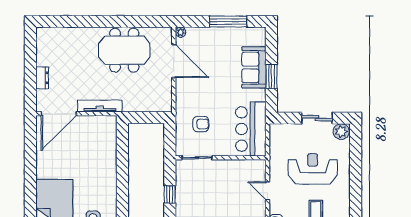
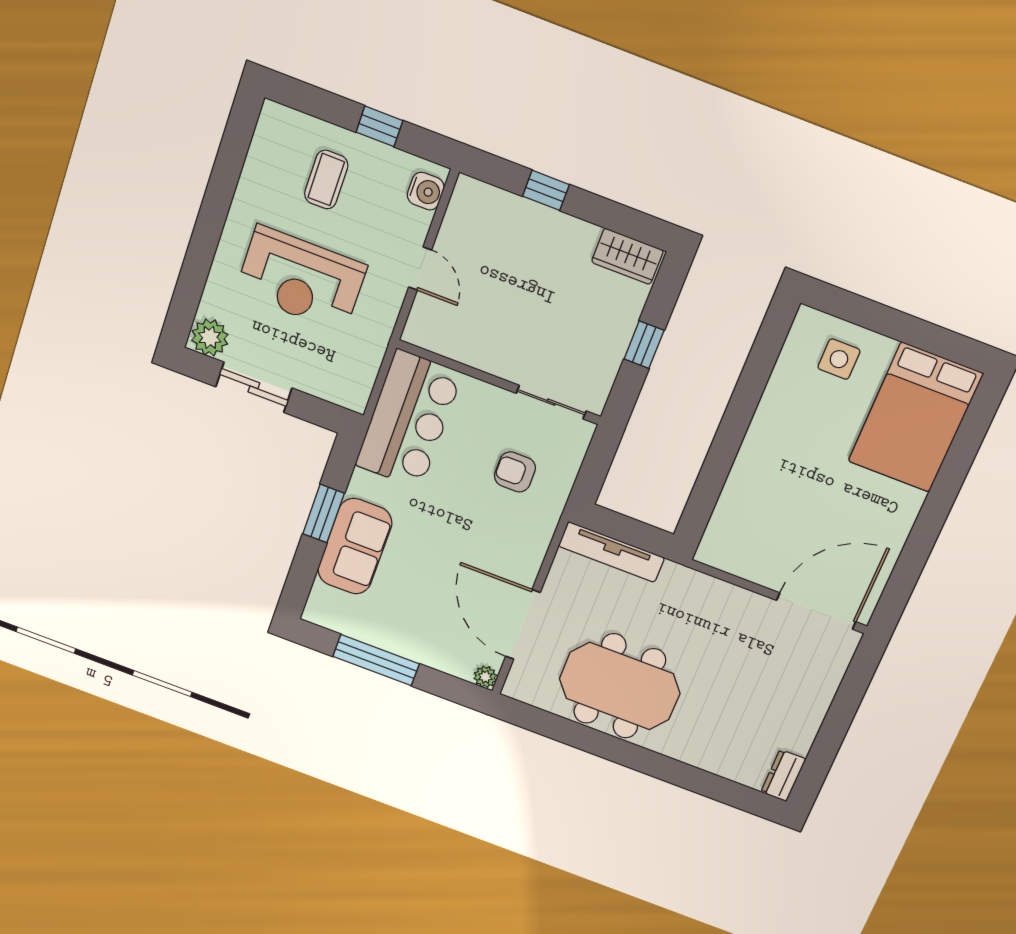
dresser: (42, 78) -> (783, 775), moved
tv unit: (100, 106) -> (611, 552), moved

